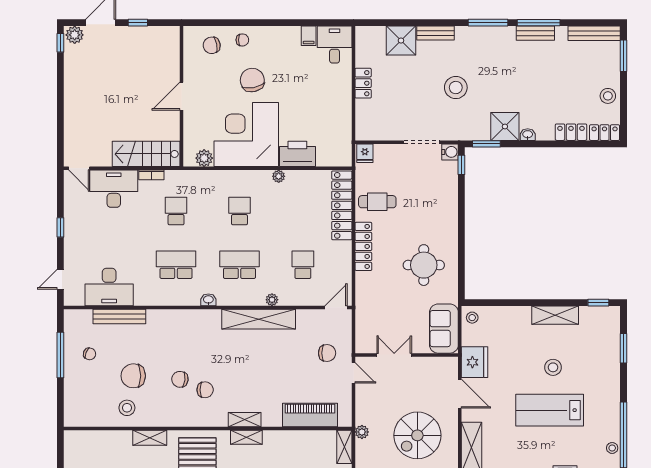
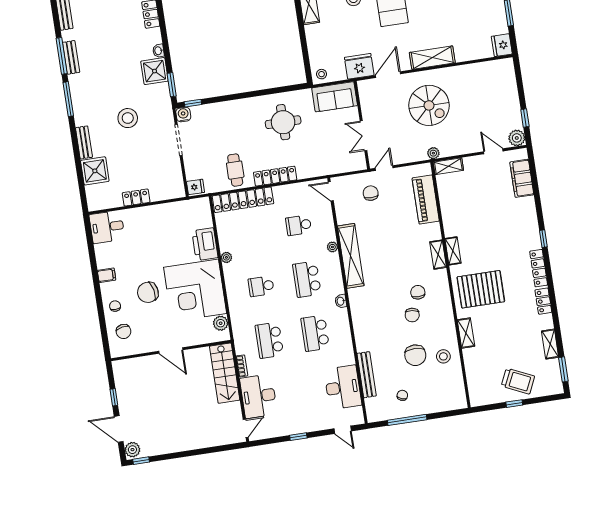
filing cabinet: (309, 36) -> (107, 275), moved
school desk: (176, 211) -> (269, 340), width x1.85

